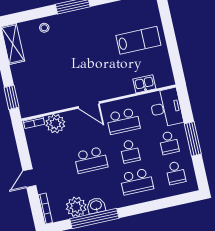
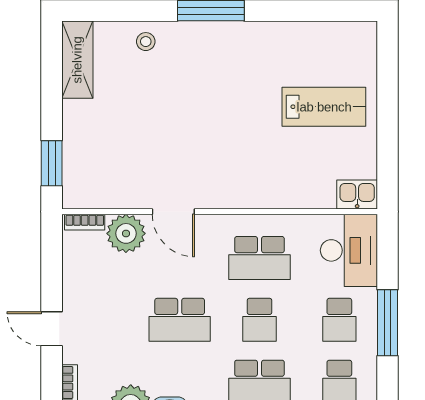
kitchen sink: (144, 84) -> (357, 194), moved
door: (89, 105) -> (173, 212), moved
door: (29, 178) -> (52, 329), hinge flipped

